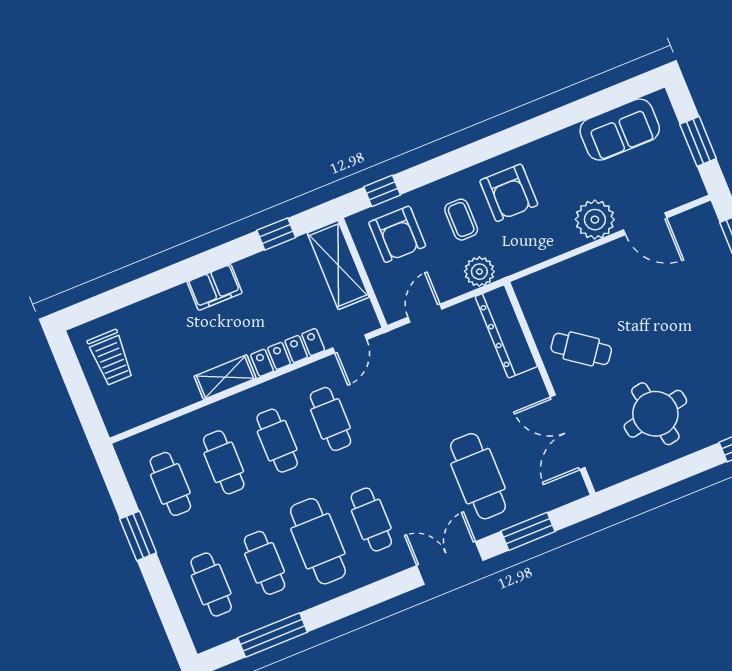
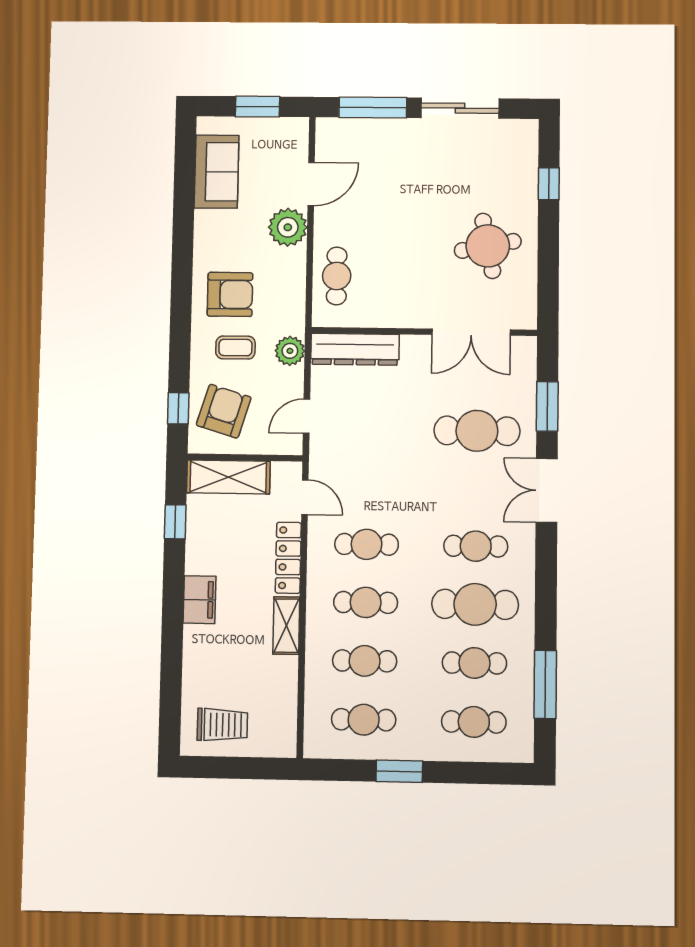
armchair: (397, 234) -> (224, 411), turned -73
door: (425, 313) -> (307, 416), hinge flipped
cafe table: (581, 349) -> (337, 276), moved, turned -36

